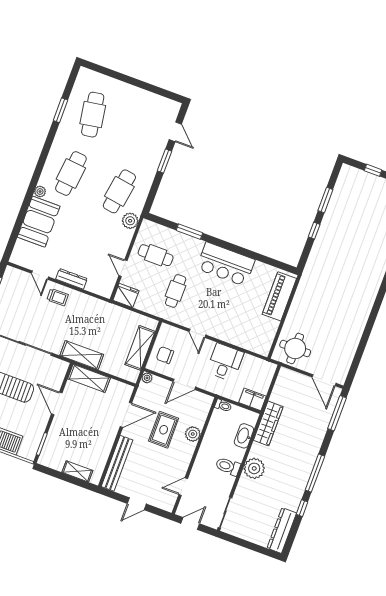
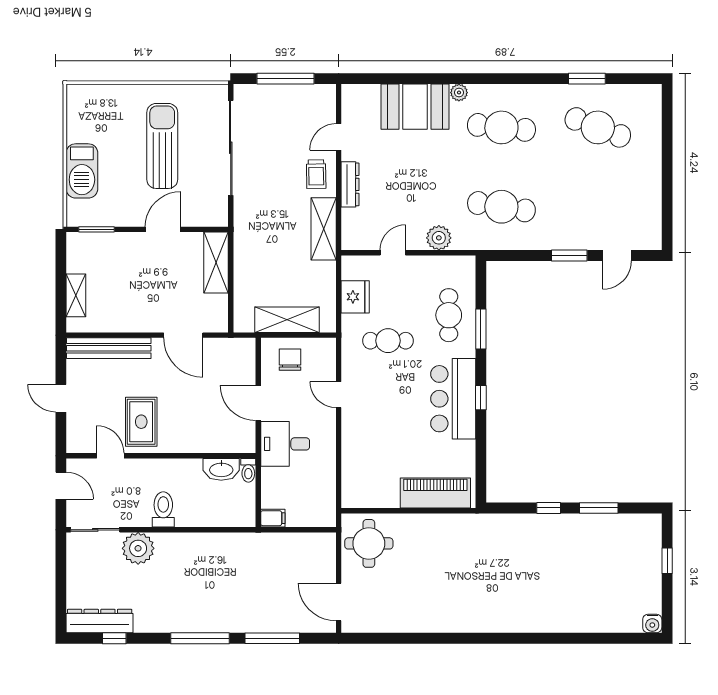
cafe table: (93, 115) -> (598, 127), turned 30
plant: (130, 221) -> (439, 238), moved
window: (231, 247) -> (481, 398), added
cafe table: (156, 255) -> (449, 315), moved
fridge: (126, 295) -> (355, 297), moved
door: (197, 333) -> (339, 395), hinge flipped
shelving: (82, 355) -> (324, 229), moved
desk: (225, 362) -> (285, 444), moved, turned 180
plant: (147, 378) -> (248, 346), removed
door: (324, 380) -> (339, 602), hinge flipped
filing cabinet: (252, 399) -> (273, 518), width x0.50
window: (337, 413) -> (272, 638), moved
wardrobe: (268, 424) -> (247, 545), removed
rug: (164, 430) -> (141, 422), moved, turned 90
plant: (193, 434) -> (191, 442), removed
washbasin: (244, 436) -> (221, 469), moved, turned 180
plant: (254, 468) -> (138, 548), moved
window: (302, 508) -> (114, 638), moved

